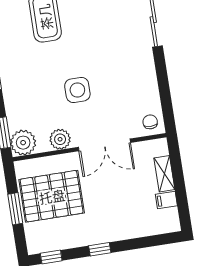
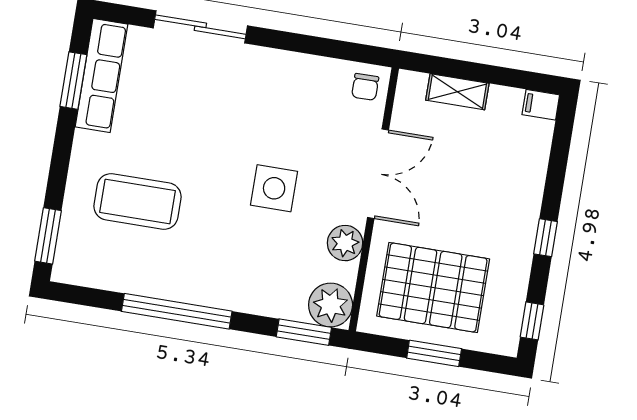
chair: (150, 122) -> (365, 87), turned -90
pallet: (52, 196) -> (433, 288), turned 90
filing cabinet: (166, 200) -> (541, 105), moved, turned 90

